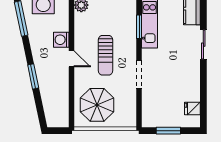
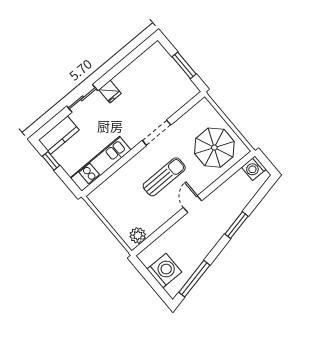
window: (139, 27) -> (114, 168), removed
washing machine: (61, 40) -> (254, 168), moved, turned 90
fridge: (192, 109) -> (110, 92), moved

